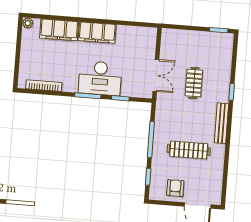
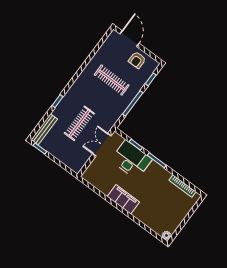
filing cabinet: (59, 30) -> (148, 217), removed
desk: (100, 78) -> (131, 160), moved
clothes rail: (194, 83) -> (79, 123), width x1.36
bench: (221, 123) -> (44, 129), moved

